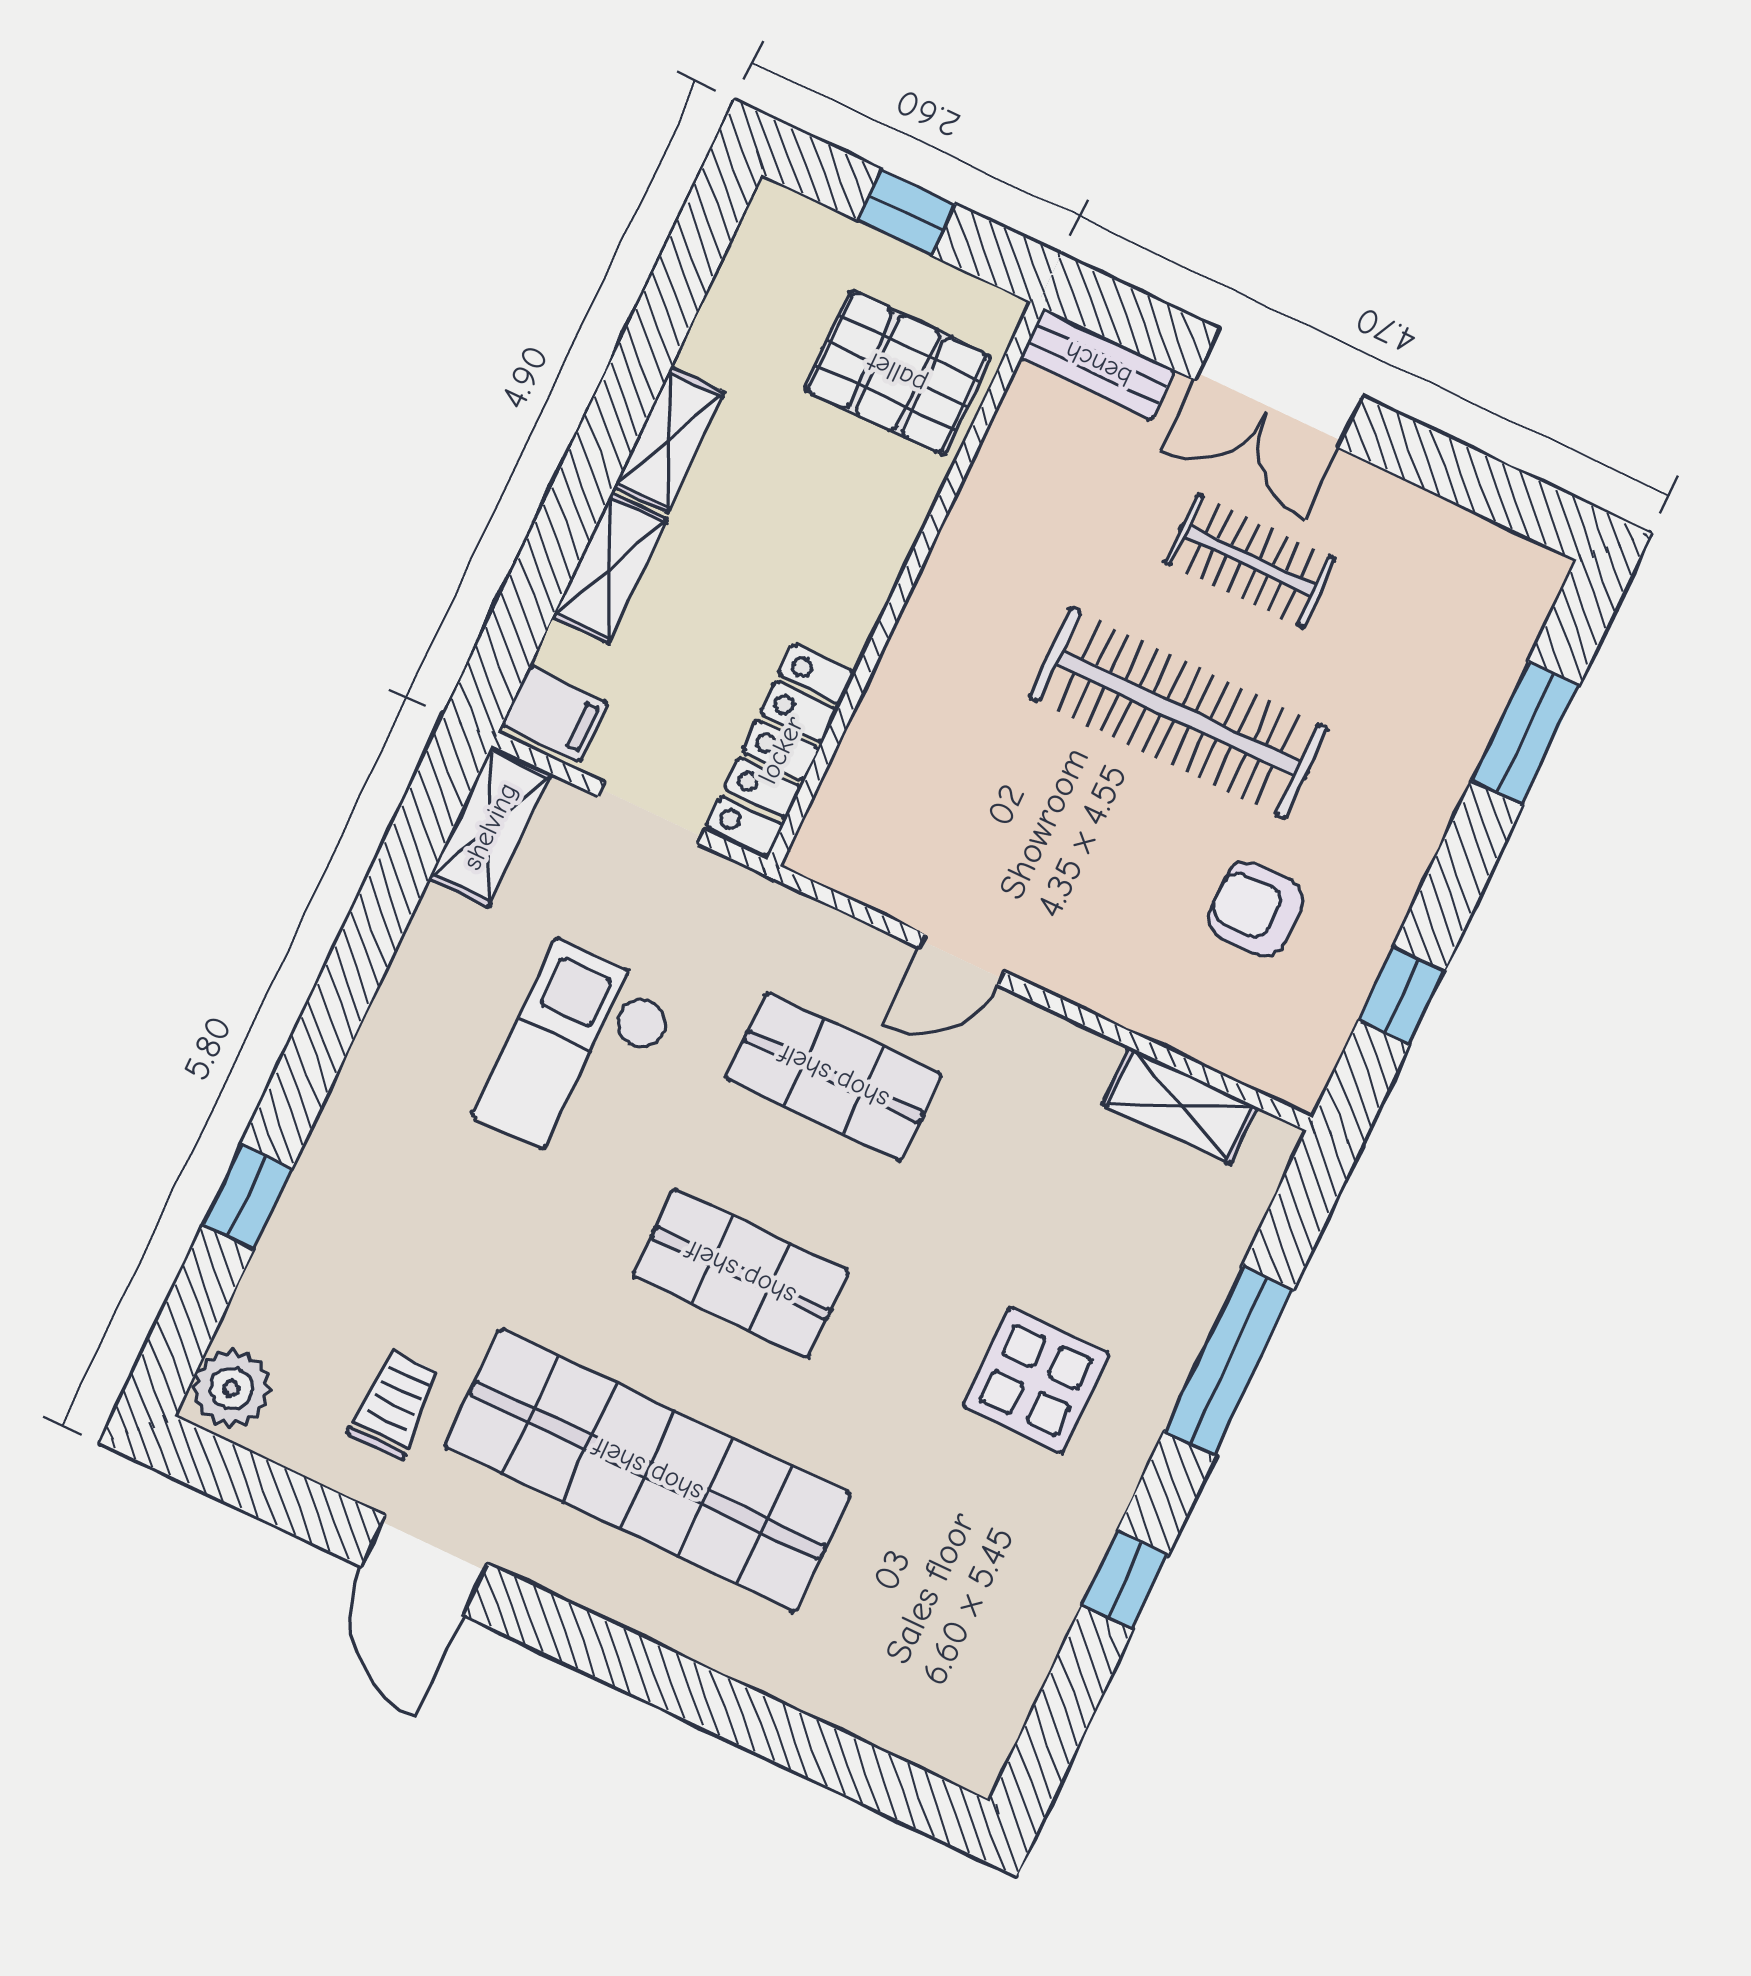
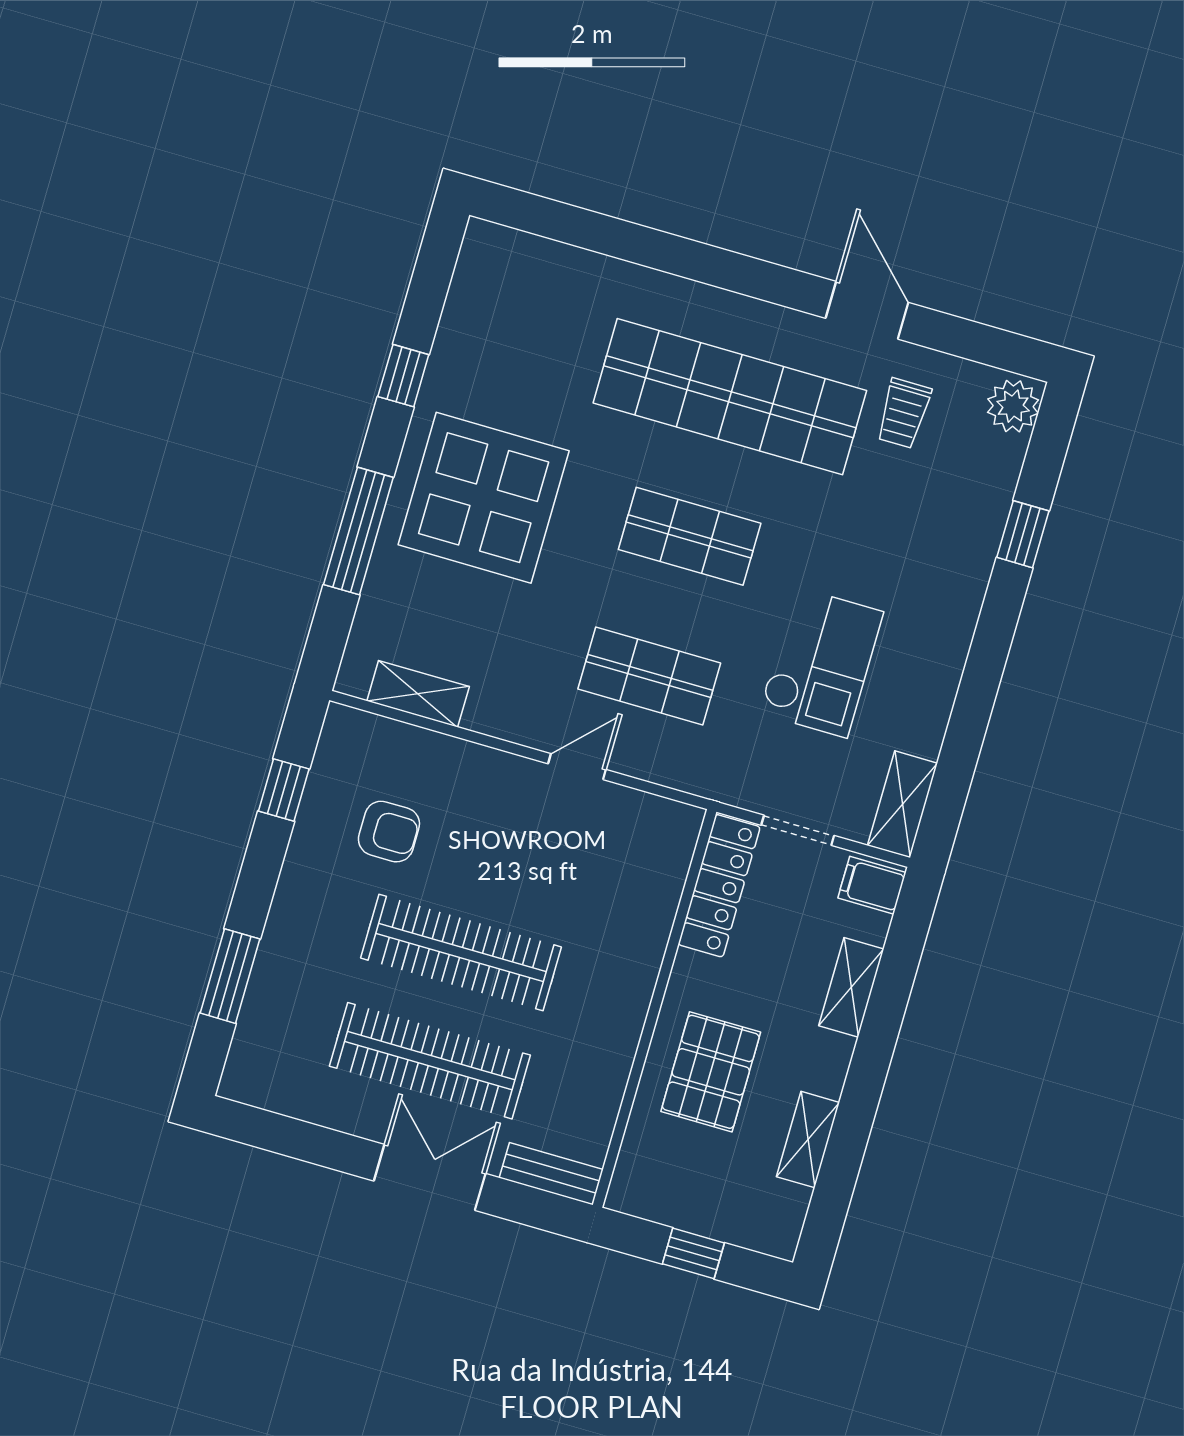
pallet: (897, 373) -> (711, 1072), moved, turned 90
shelving: (669, 440) -> (808, 1140), moved
clothes rail: (1250, 560) -> (430, 1061), width x1.86, depth x1.31
display table: (1036, 1380) -> (484, 498), width x1.86, depth x1.86

